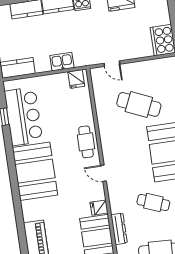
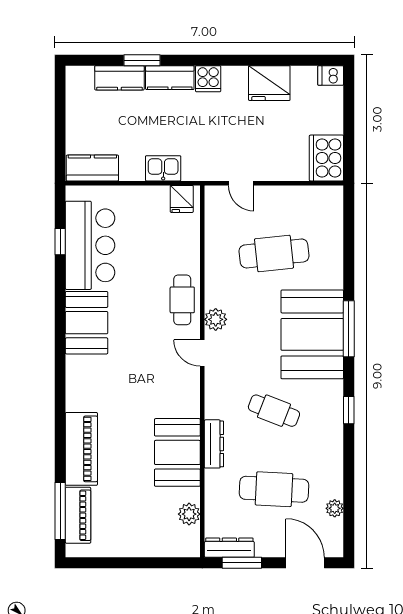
cafe table: (139, 104) -> (274, 253), turned -30
plant: (109, 151) -> (216, 319), added
booth: (35, 171) -> (87, 323), width x0.73, depth x0.70
fridge: (99, 208) -> (187, 406), removed

